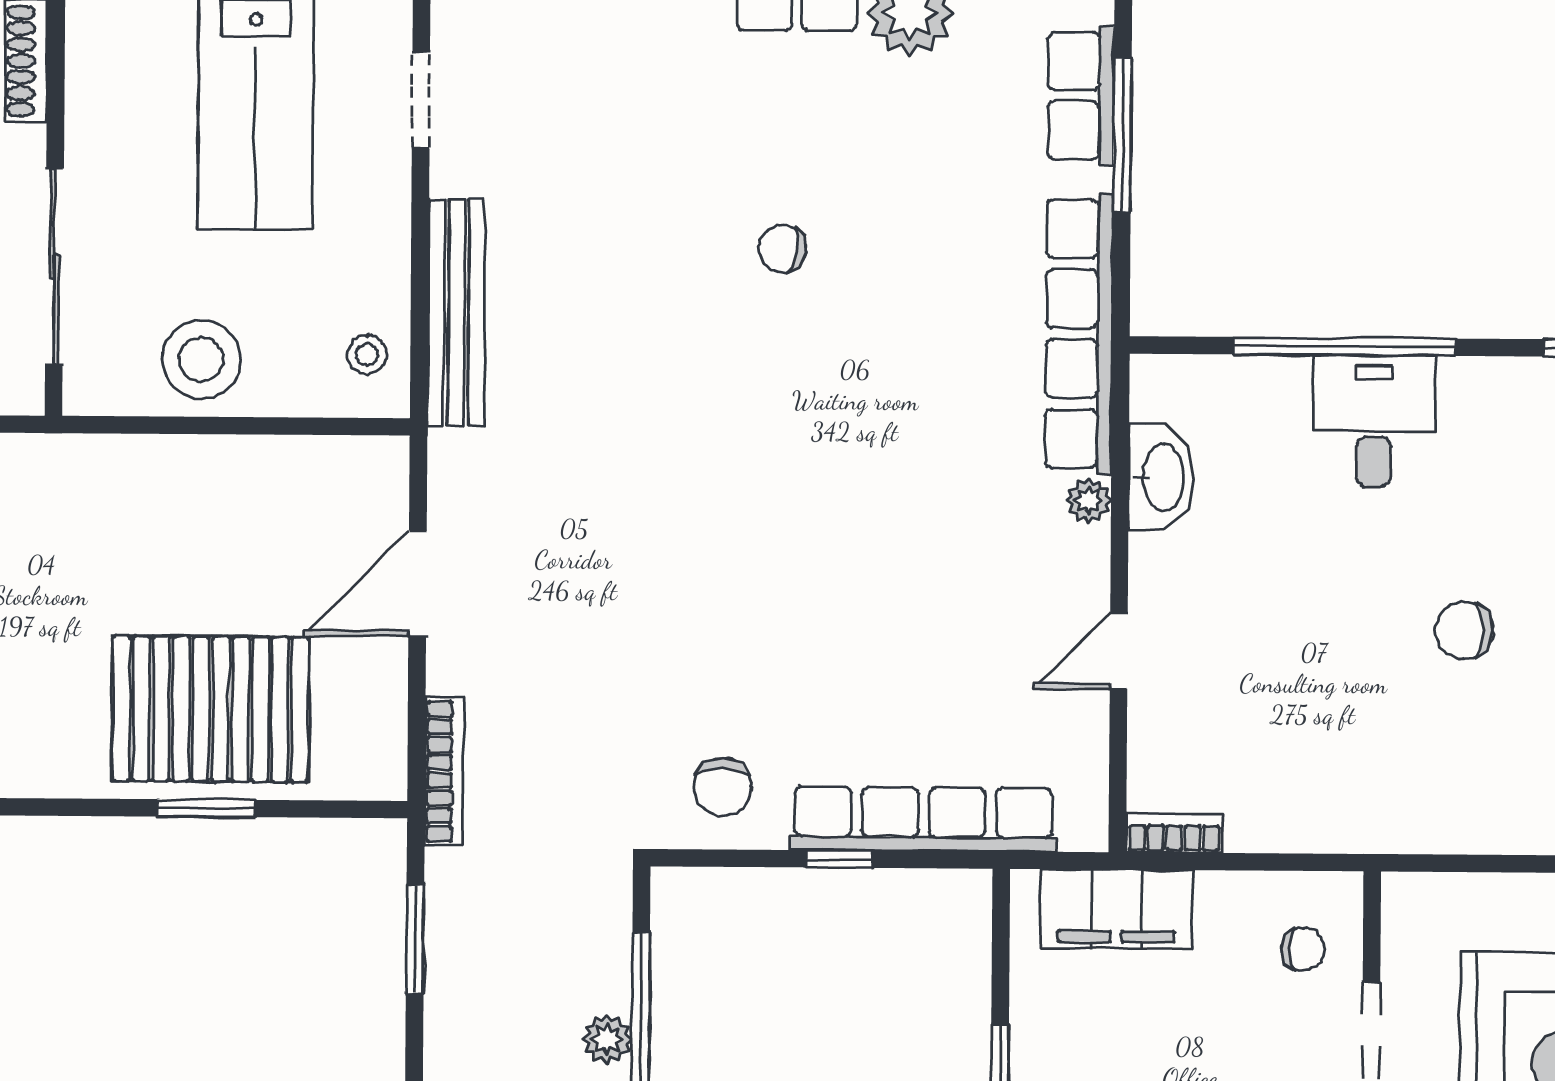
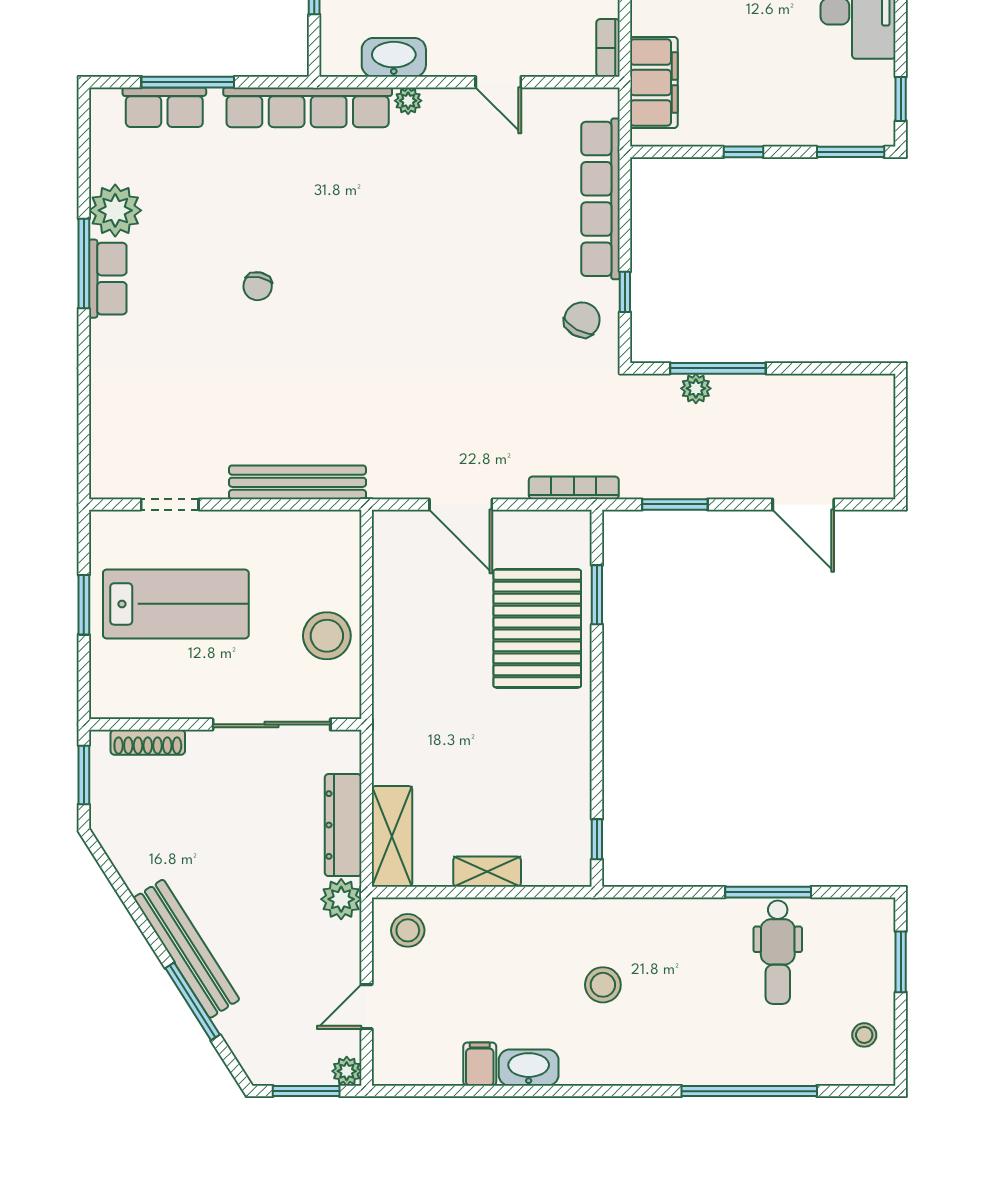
stool: (367, 354) -> (323, 536), removed
chair: (723, 787) -> (582, 320), turned -61
window: (206, 808) -> (597, 595), moved
window: (839, 859) -> (625, 292), moved
plant: (607, 1039) -> (696, 388), moved

